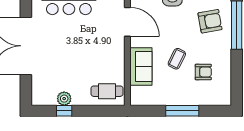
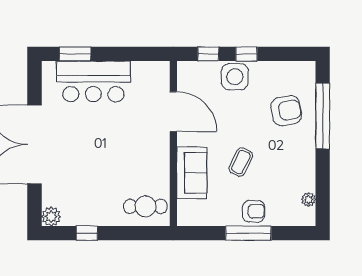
armchair: (203, 72) -> (254, 211), moved
plant: (226, 86) -> (309, 200), added
plant: (64, 99) -> (51, 217), moved

